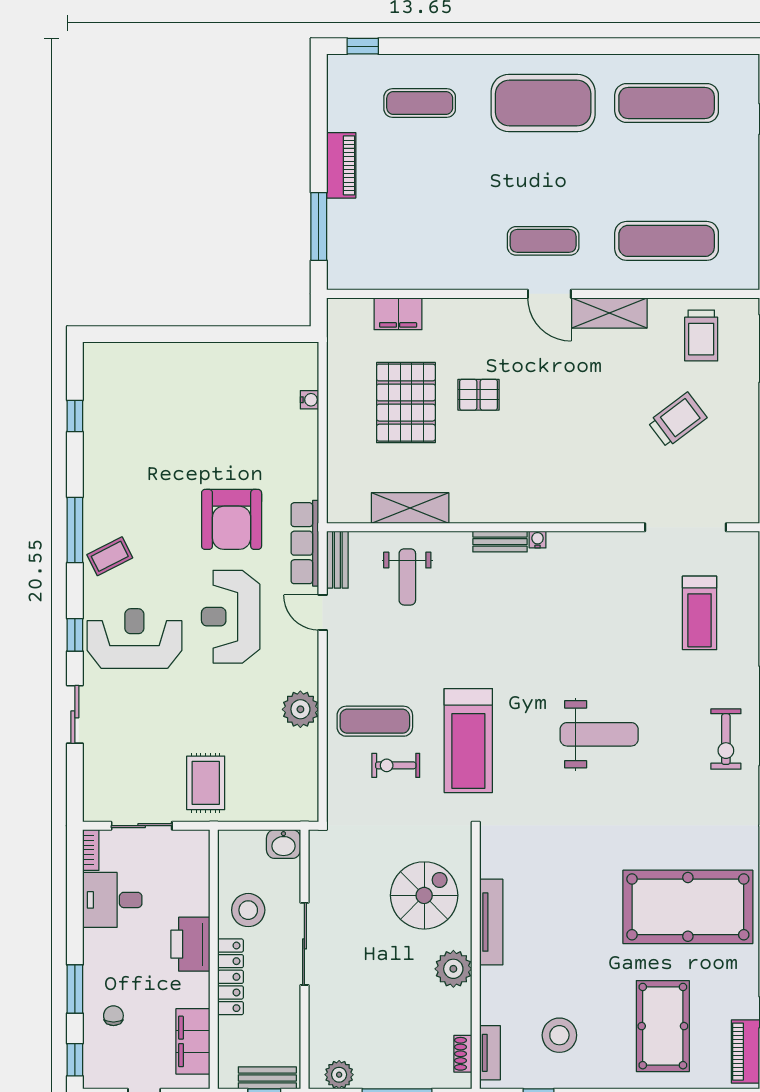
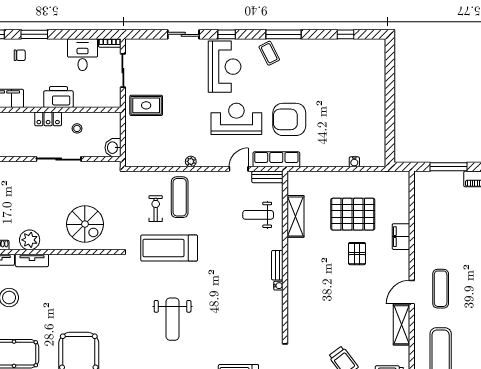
filing cabinet: (398, 314) -> (401, 237), moved
plant: (300, 709) -> (191, 161), width x0.53, depth x0.53
stool: (248, 910) -> (77, 128), width x0.53, depth x0.53
tv unit: (491, 922) -> (32, 260), moved, width x0.71
plant: (453, 969) -> (30, 240), moved
locker: (231, 977) -> (48, 119), width x0.66

